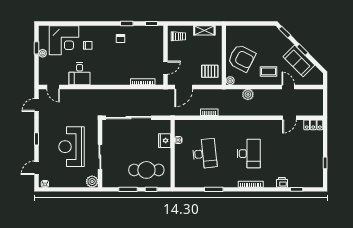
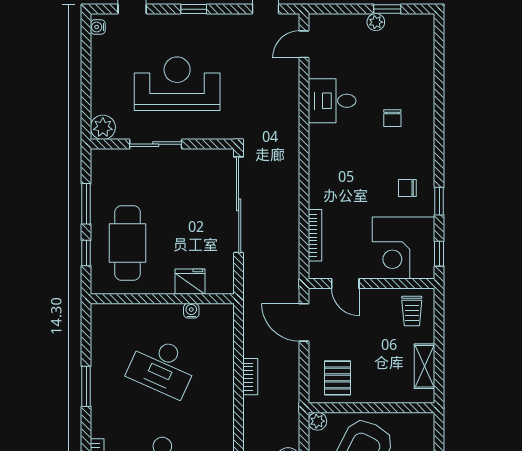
corner desk: (64, 40) -> (404, 248), moved
desk: (205, 154) -> (162, 367), turned 30

